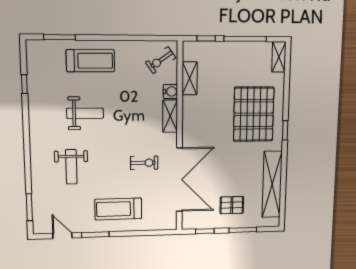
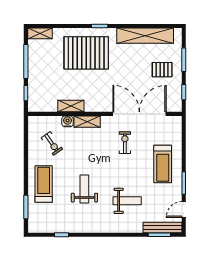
exercise bike: (161, 60) -> (52, 143), moved
shelving: (190, 78) -> (71, 106), moved
pallet: (232, 205) -> (162, 70), turned 90
bench: (39, 211) -> (162, 227), added

